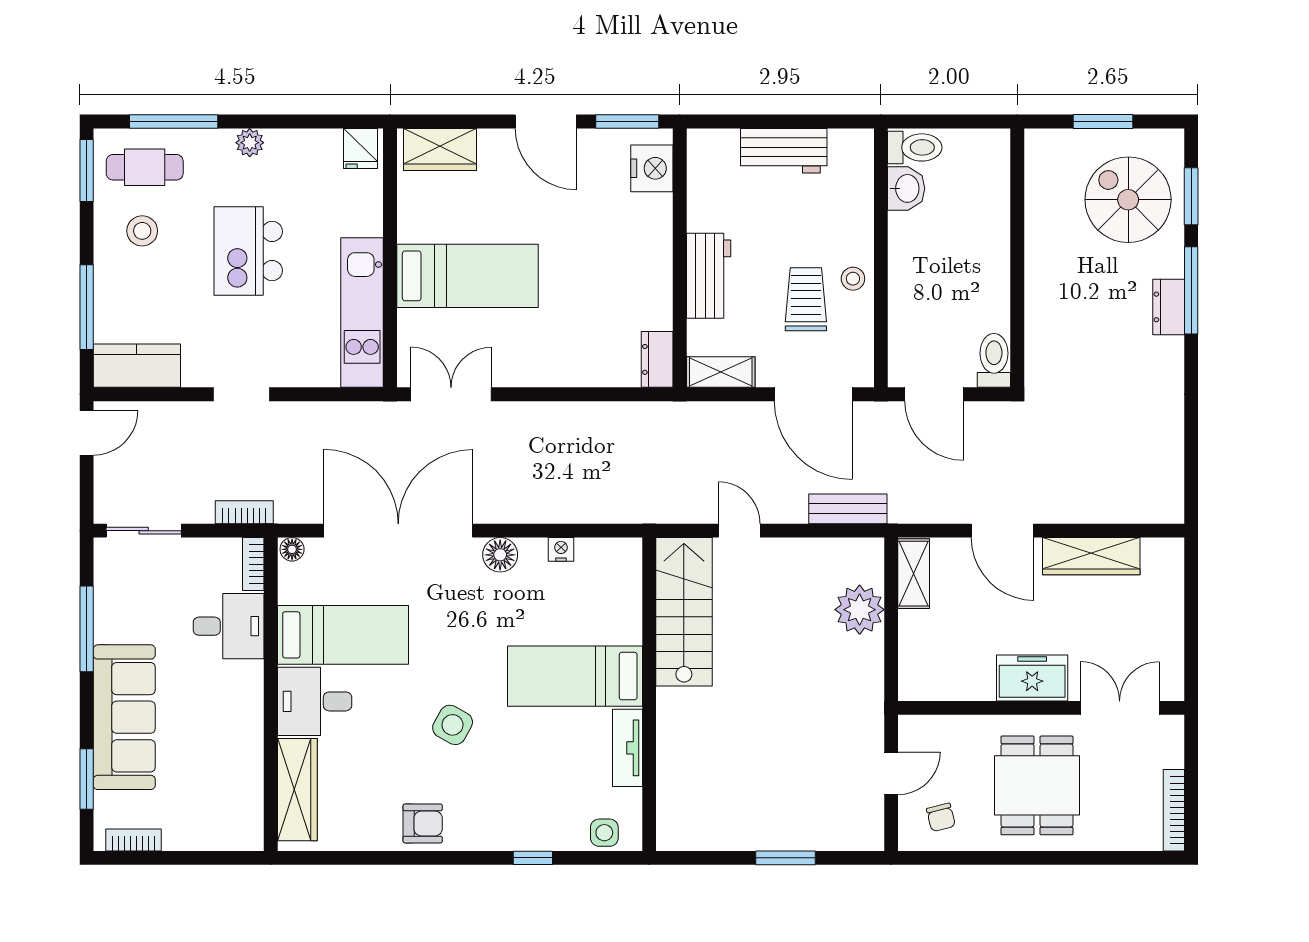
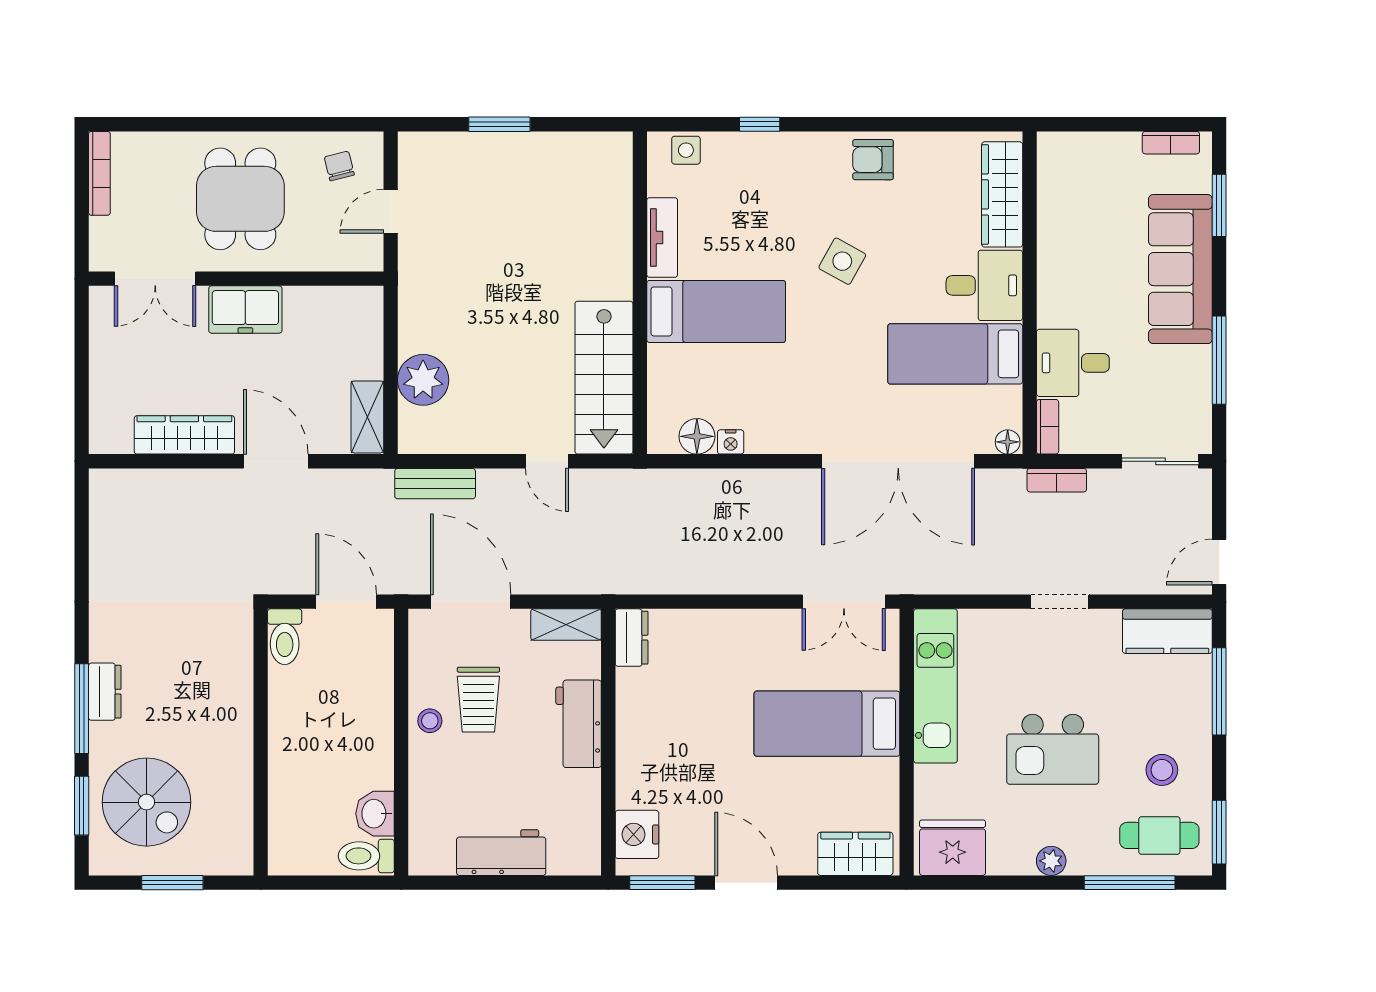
fridge: (360, 149) -> (953, 848), width x1.88, depth x1.34
kitchen island: (248, 251) -> (1053, 749), turned 90
floor lamp: (500, 555) -> (697, 436), moved

